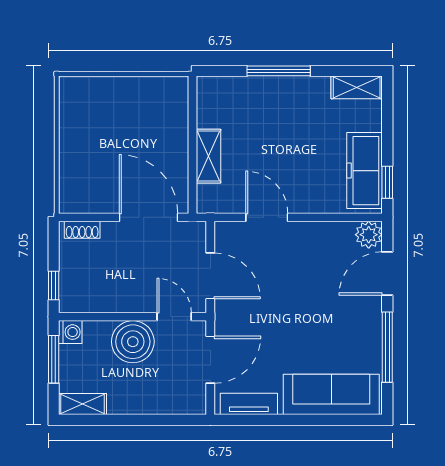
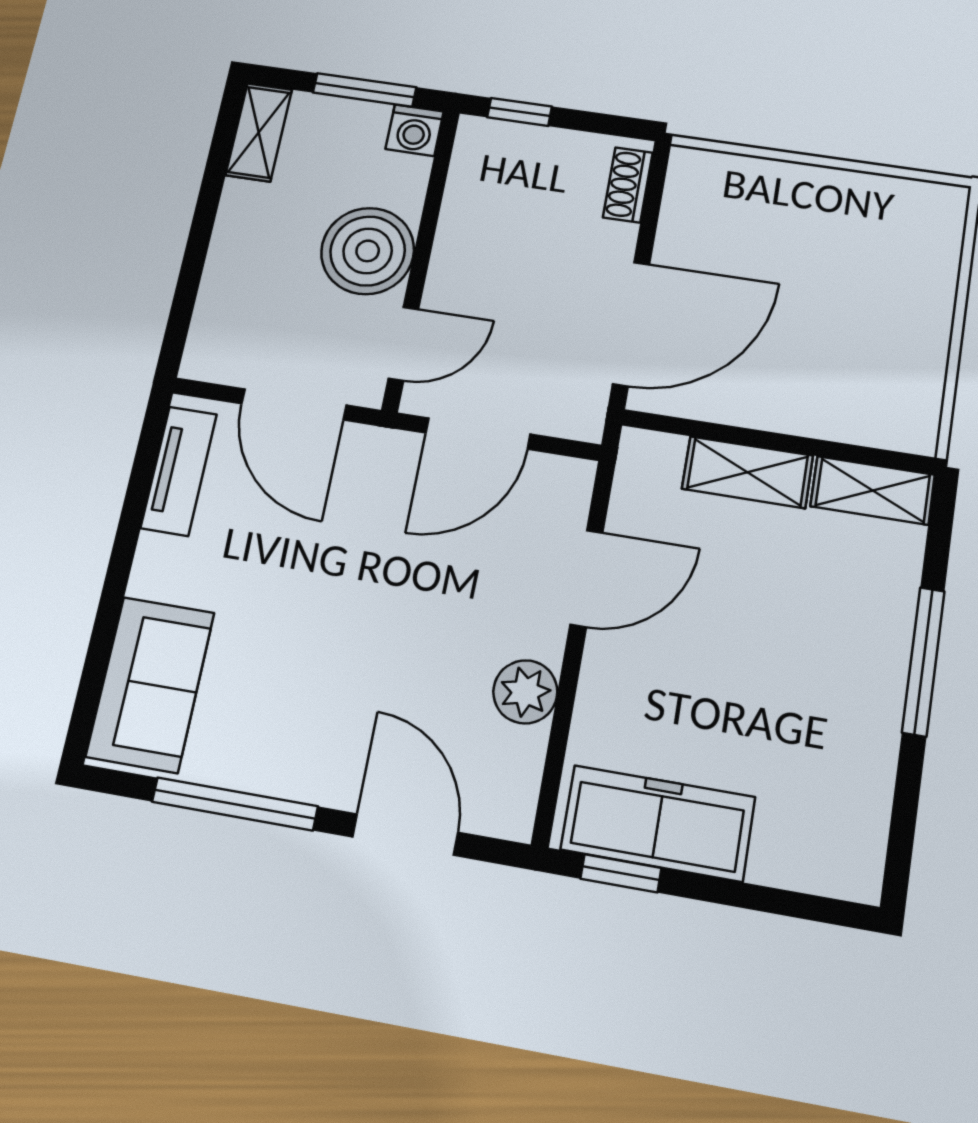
shelving: (357, 87) -> (873, 490), moved, turned 90
plant: (369, 235) -> (525, 692), moved
sofa: (331, 394) -> (150, 684), width x0.73

